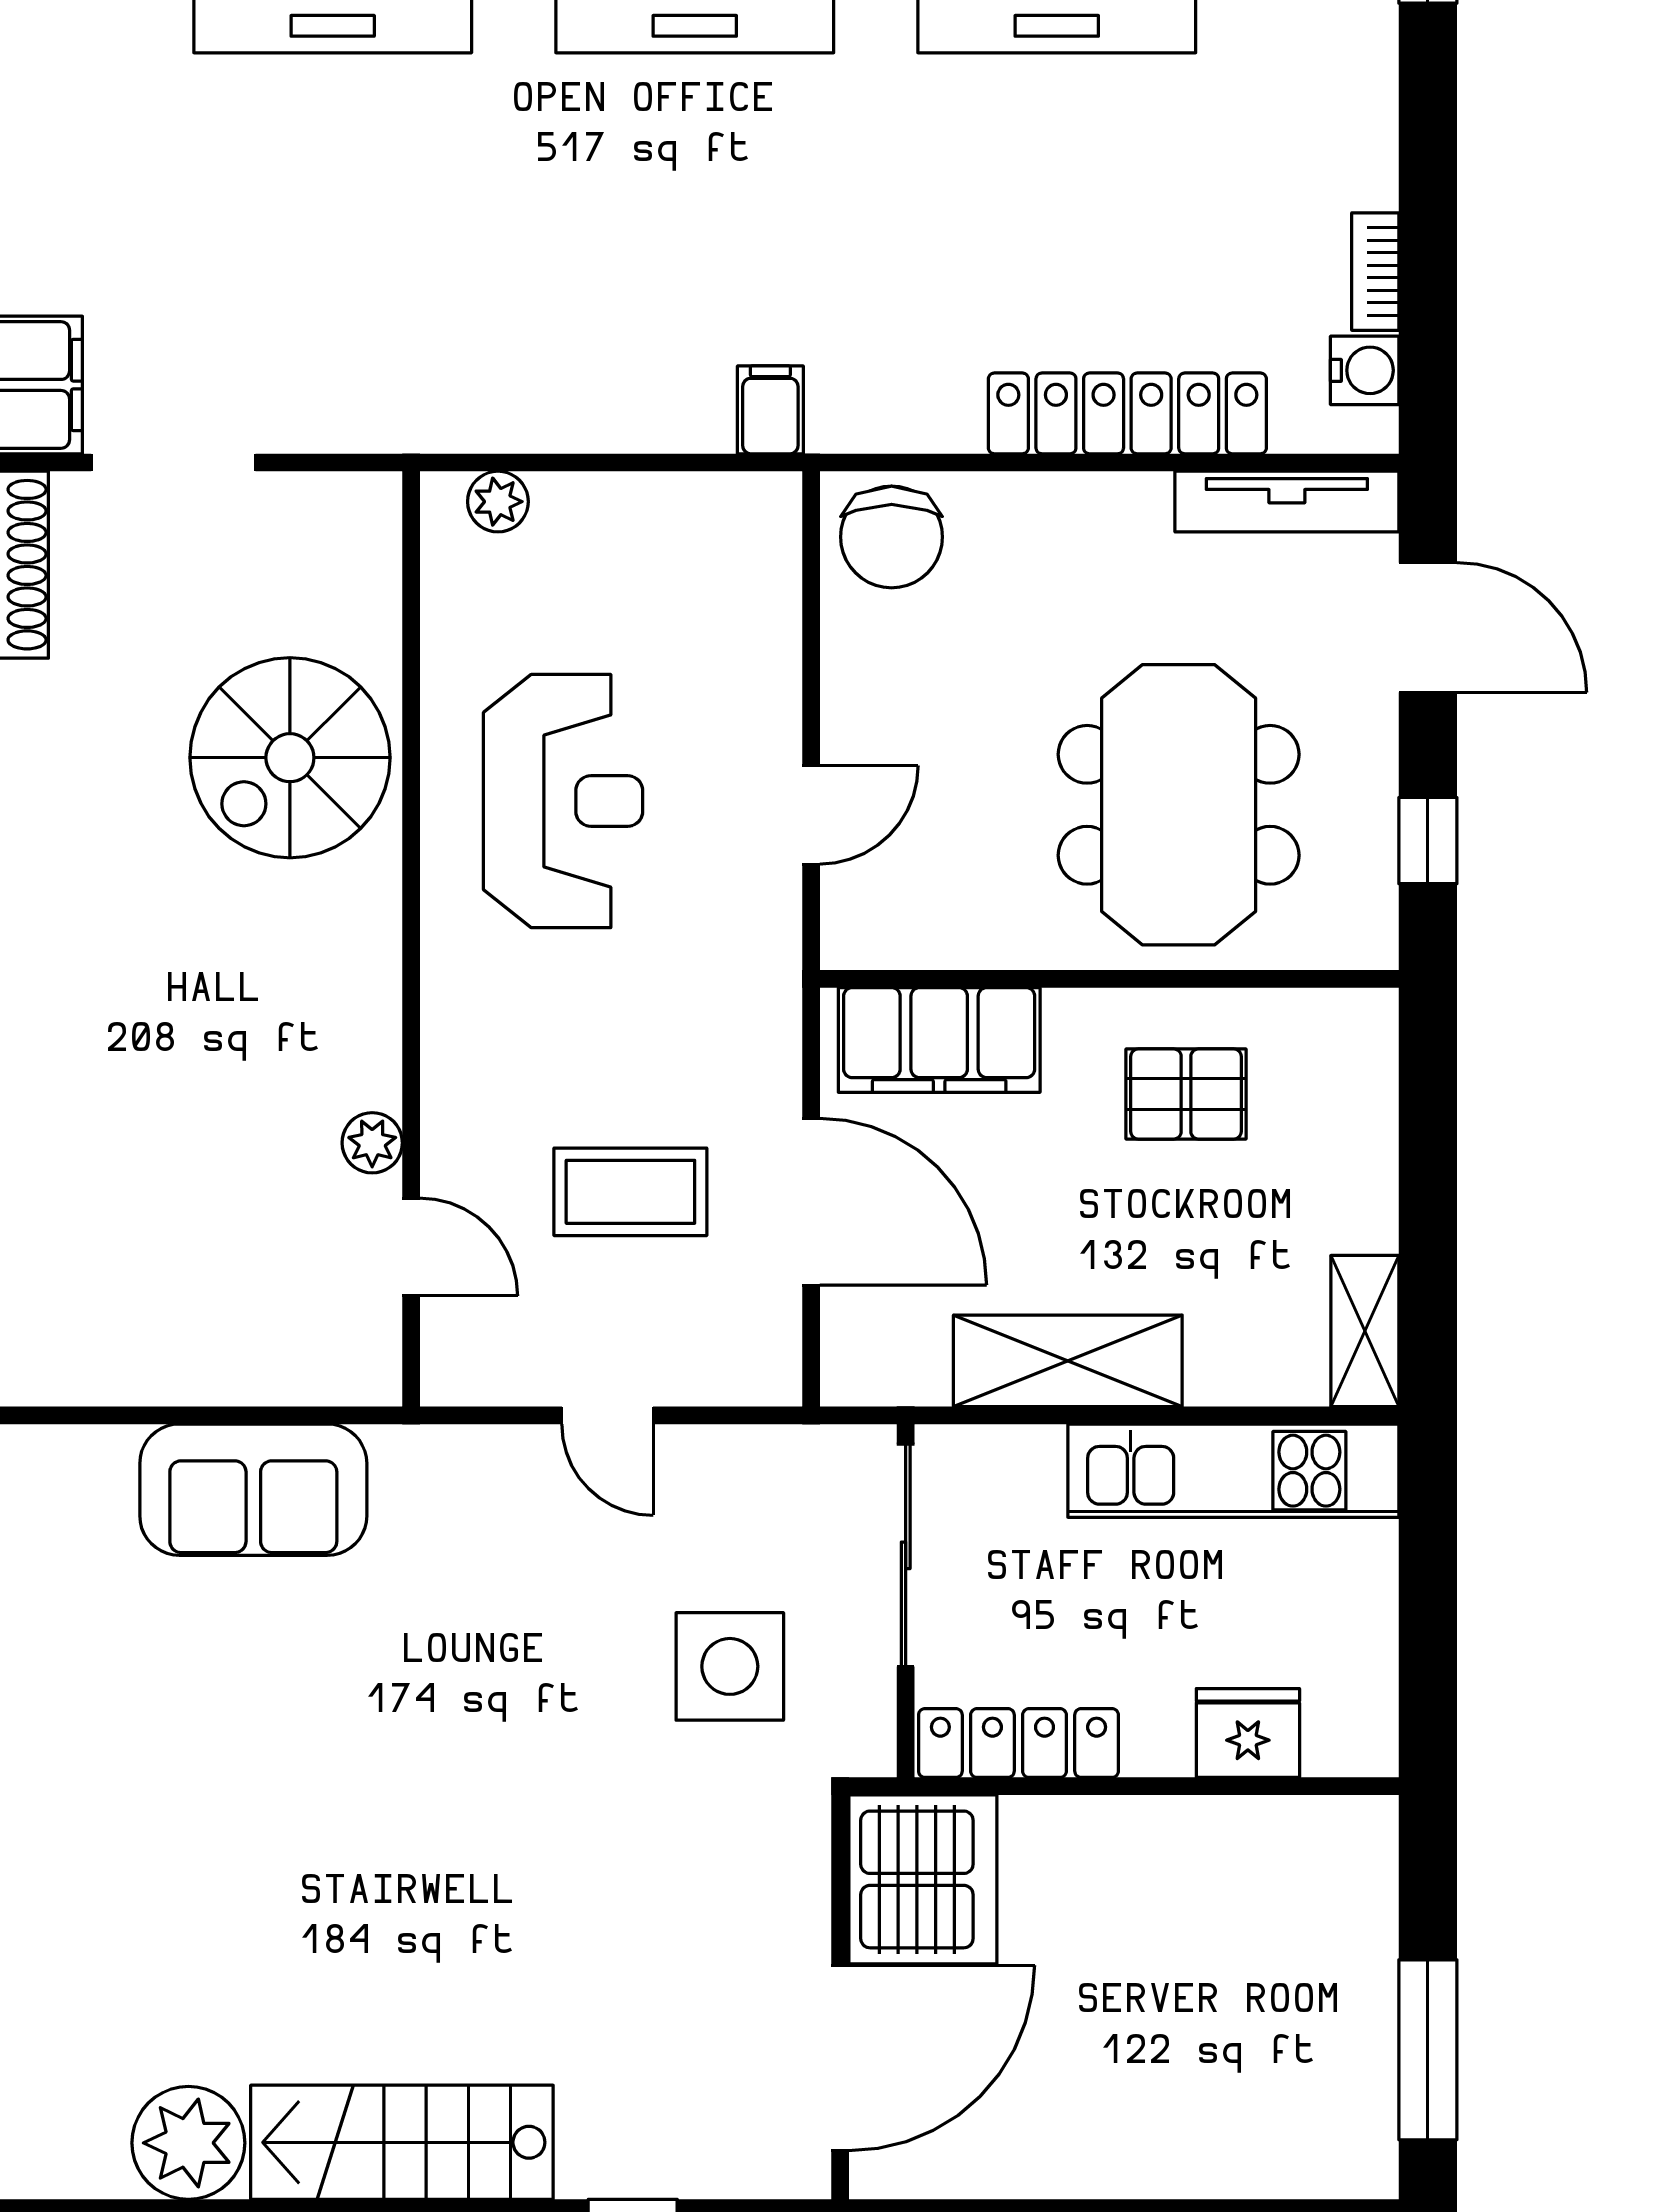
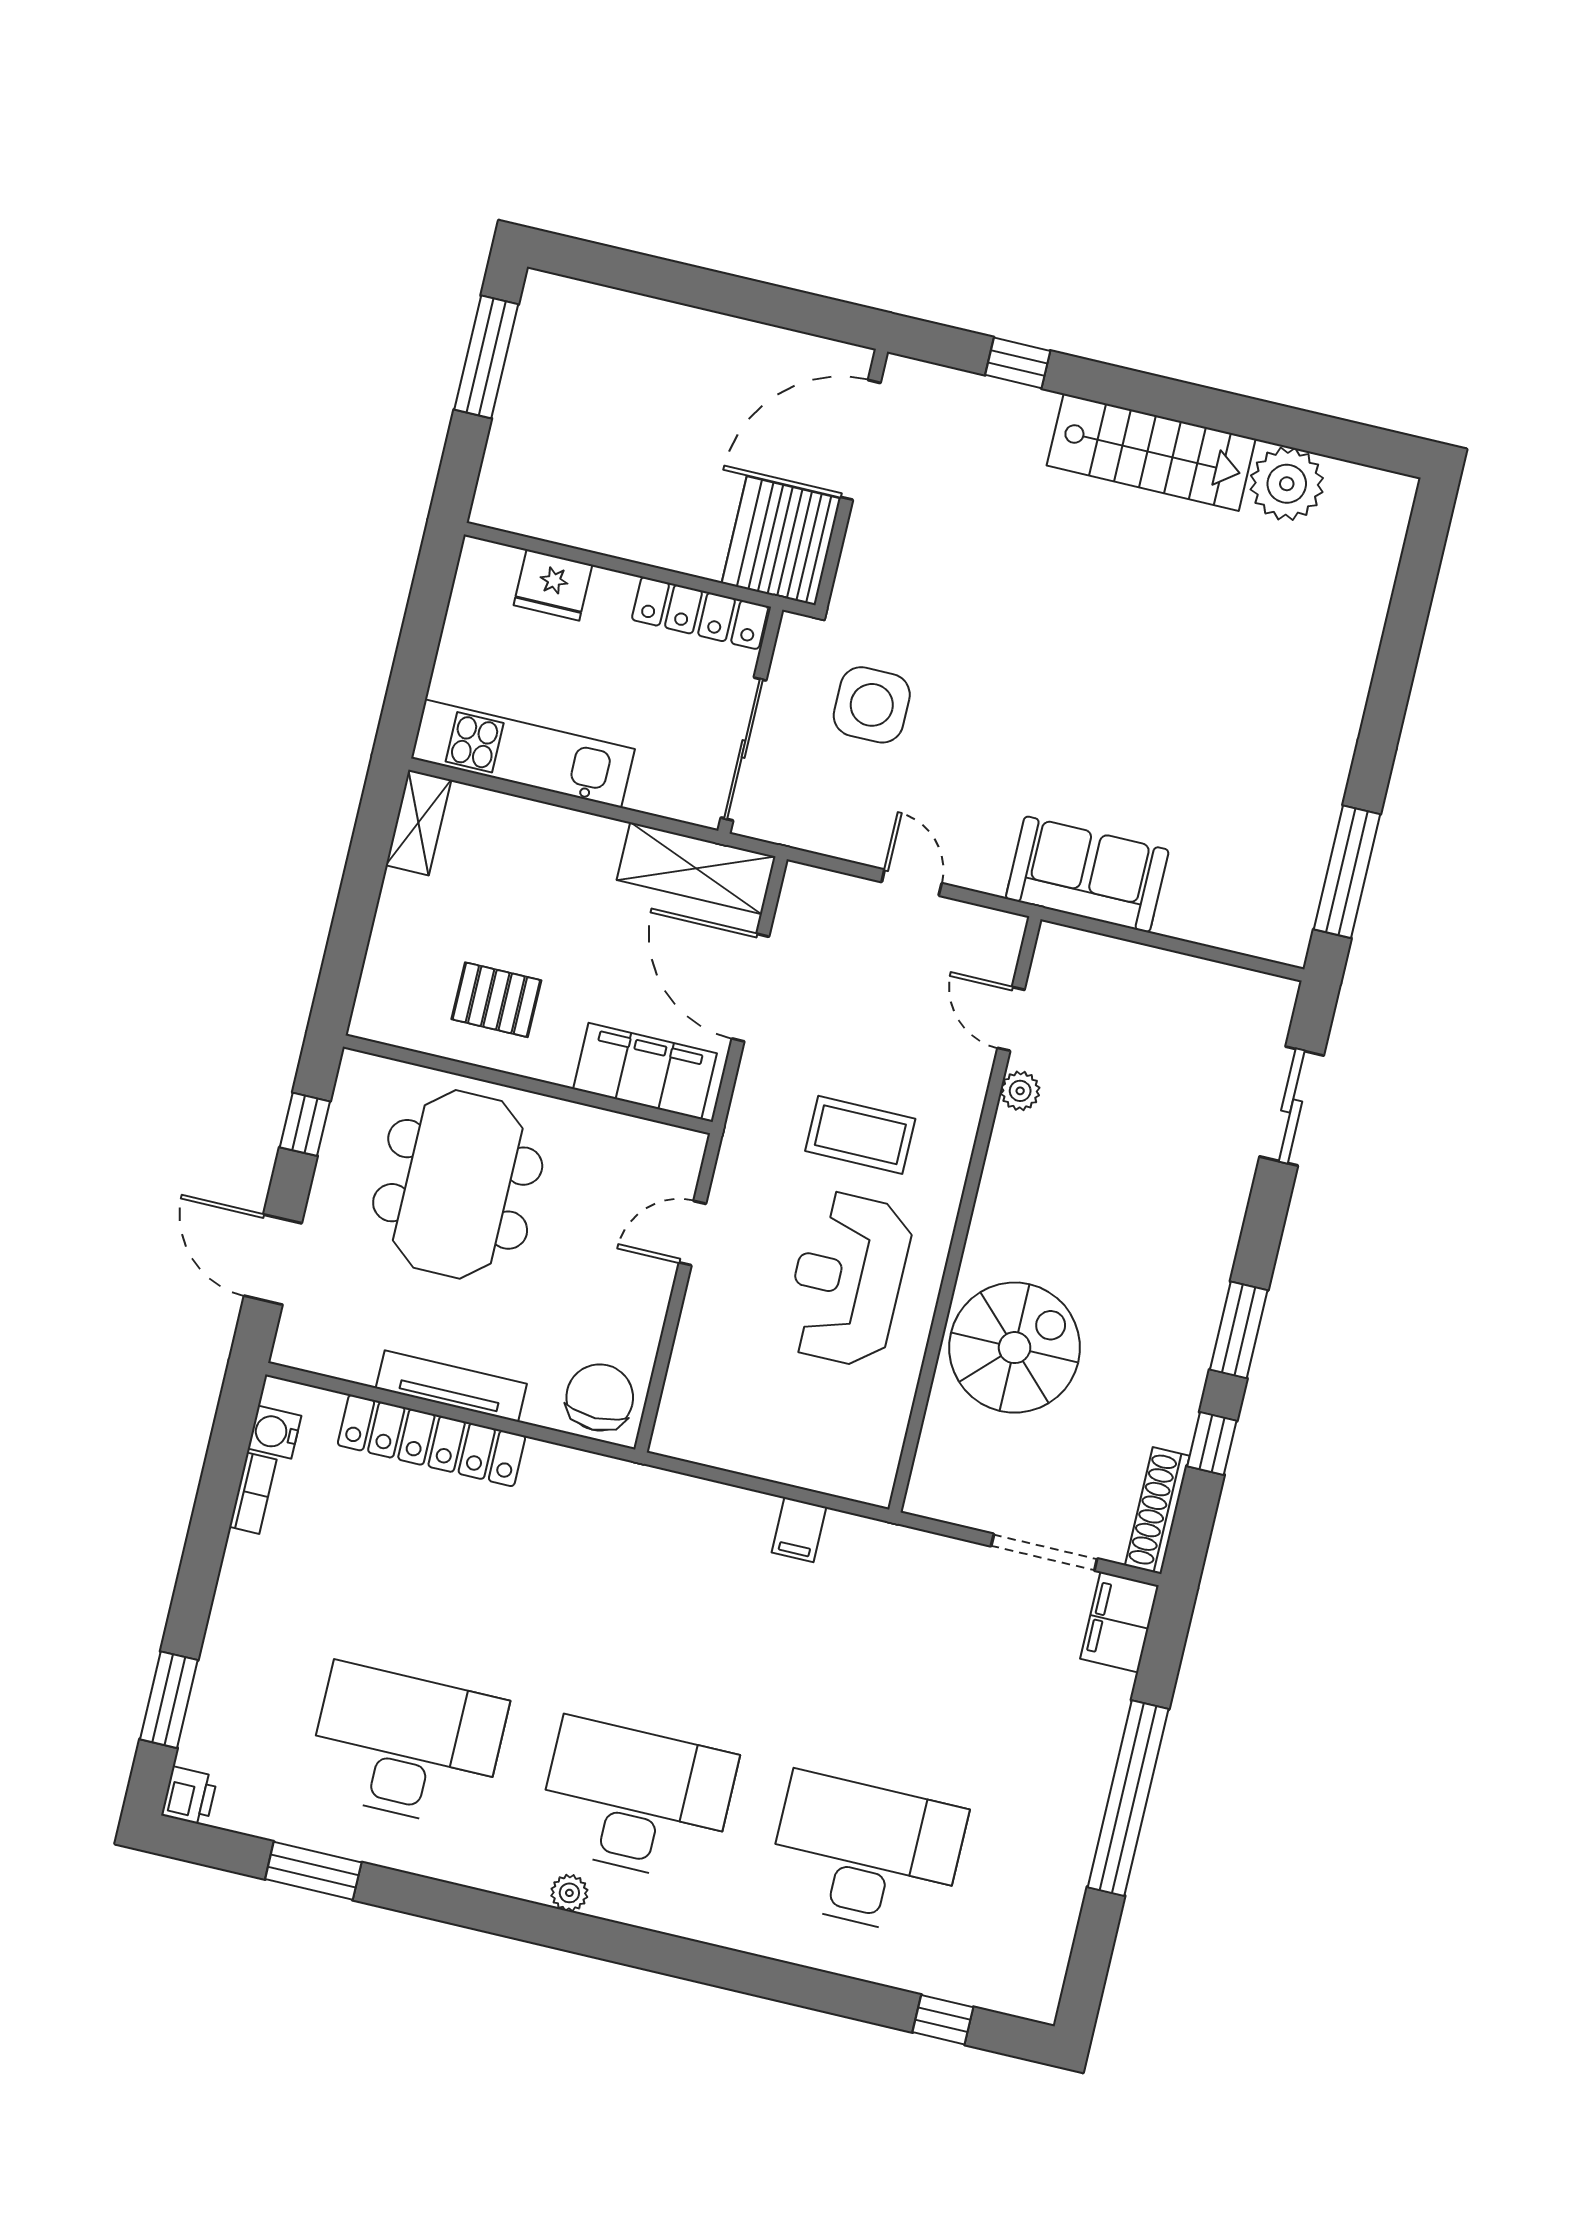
filing cabinet: (770, 410) -> (799, 1530), moved
plant: (498, 502) -> (844, 1479), removed
tv unit: (1287, 502) -> (451, 1386), moved
coffee table: (630, 1192) -> (860, 1135), moved
shelving: (1068, 1361) -> (696, 868), moved
sofa: (253, 1490) -> (1087, 874), moved

